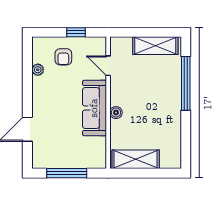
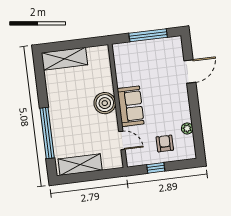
sofa: (94, 108) -> (131, 106), width x0.73
boiler: (116, 113) -> (105, 103), width x1.86, depth x1.86
shelving: (136, 159) -> (64, 59), moved

